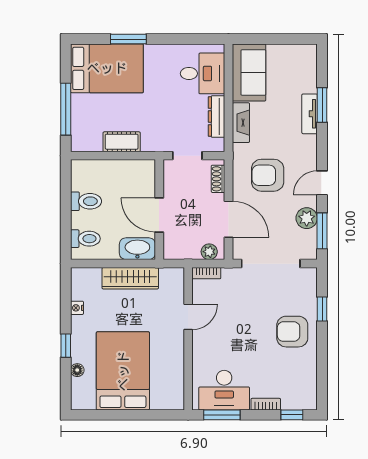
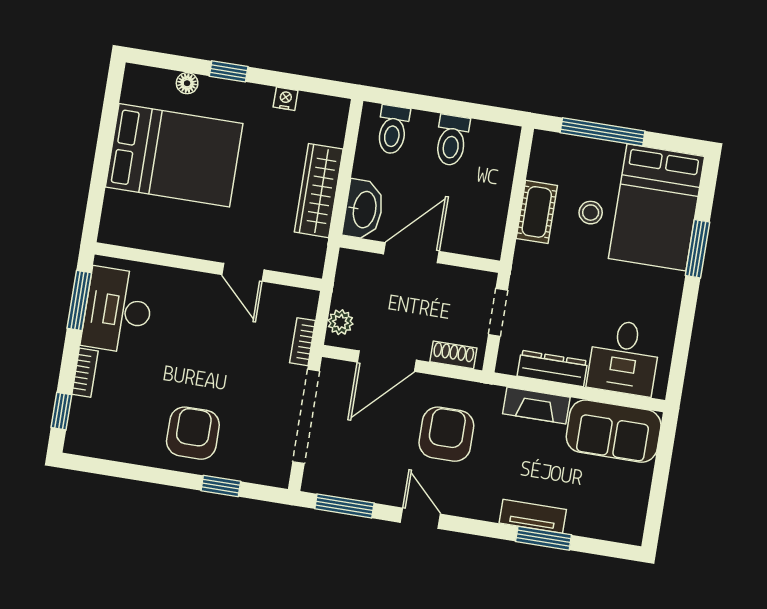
stool: (117, 108) -> (591, 213), added
plant: (307, 218) -> (369, 485), removed
bookcase: (206, 273) -> (302, 342), moved

